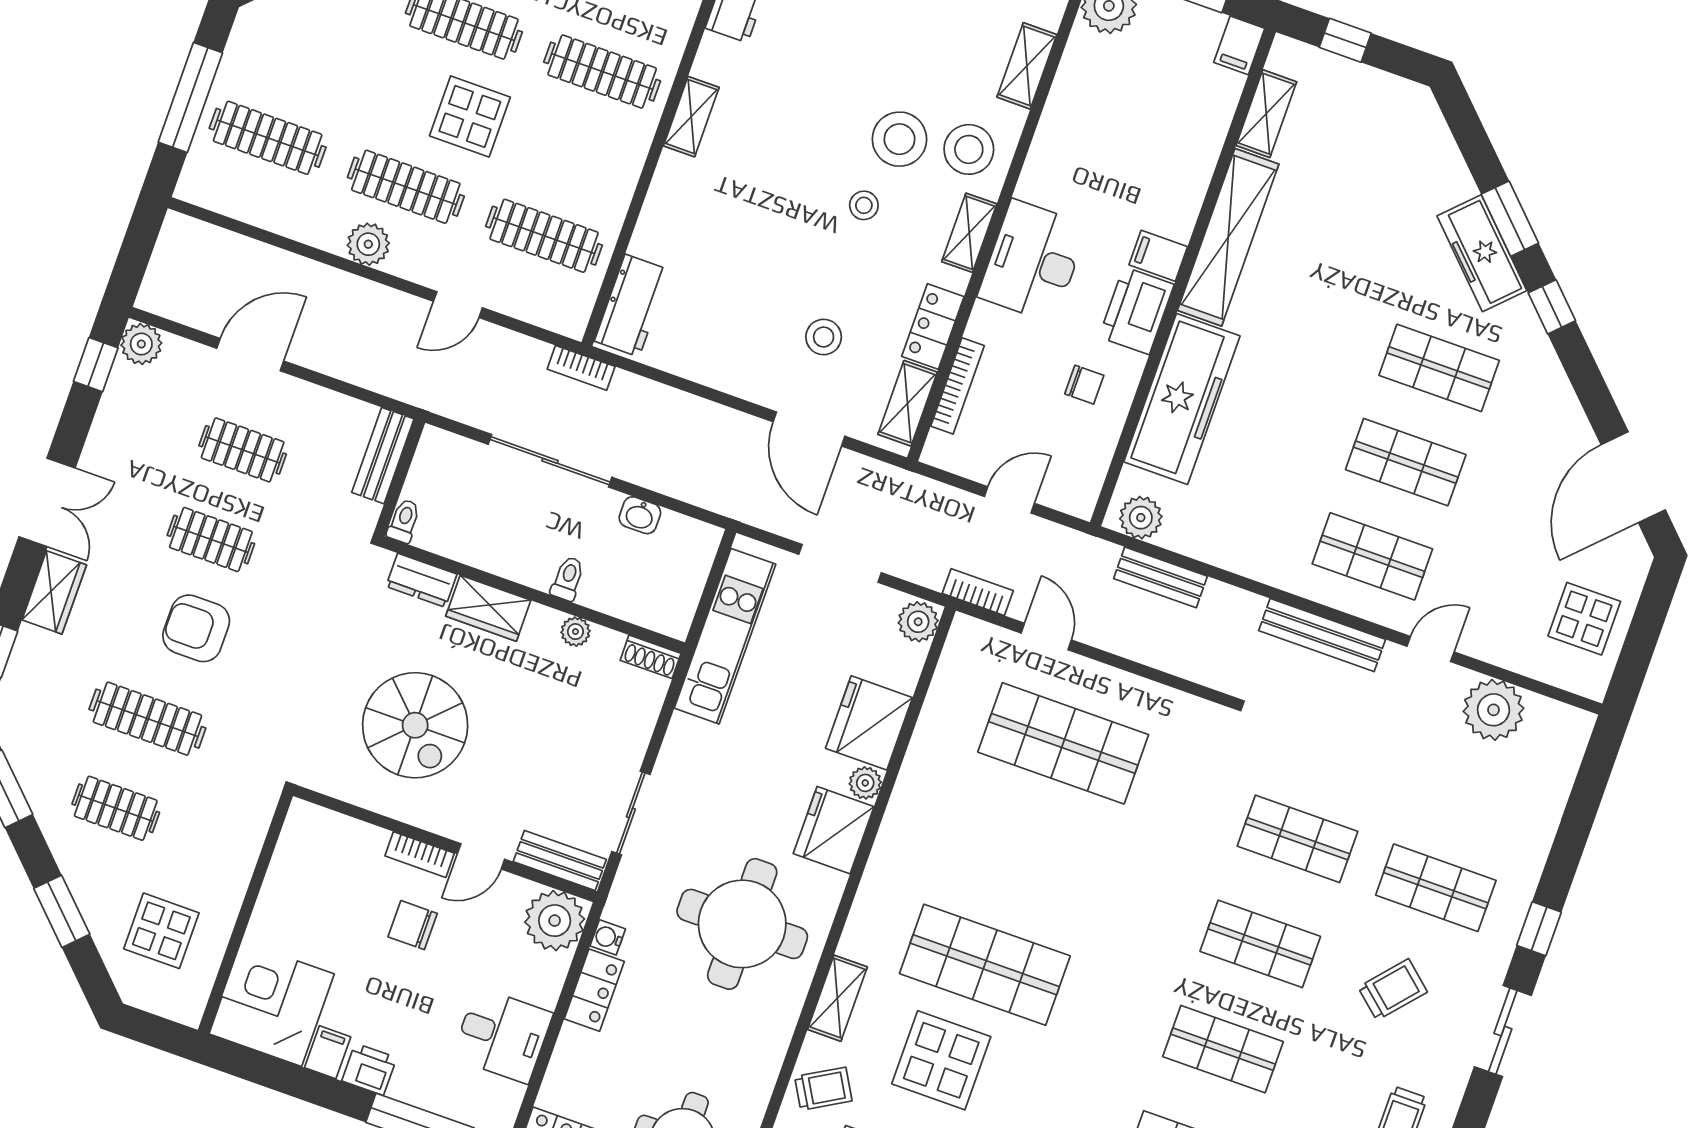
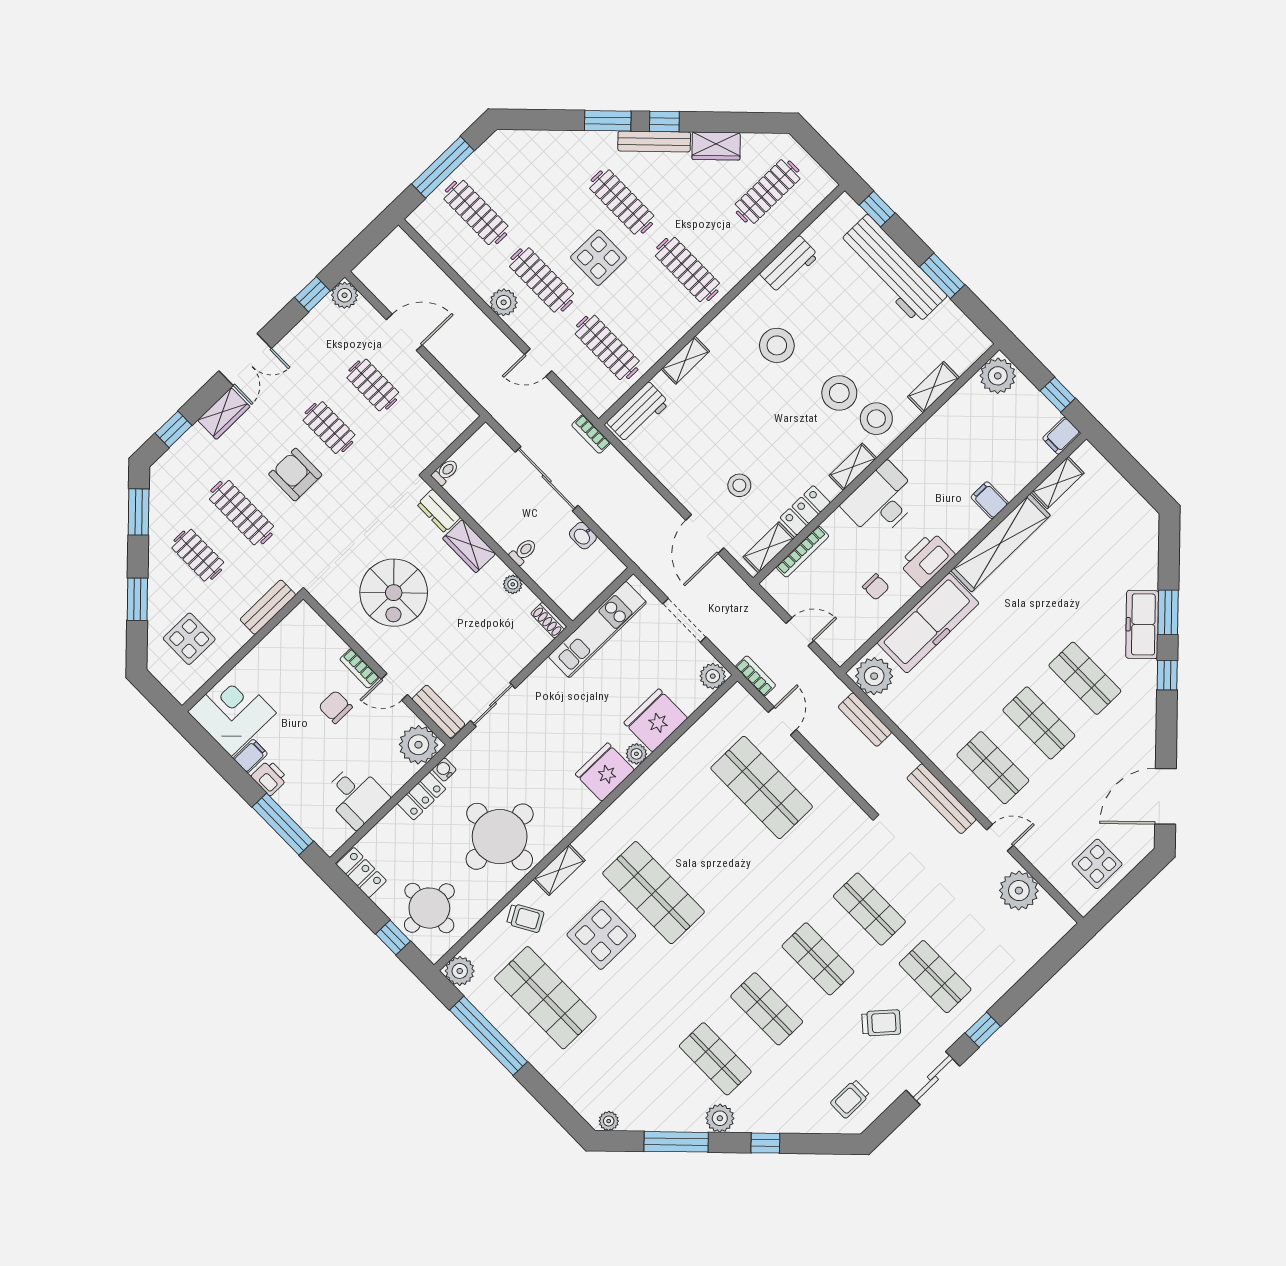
window: (1345, 40) -> (1124, 463), removed
shelving: (691, 117) -> (685, 360), moved
stool: (864, 205) -> (777, 345), moved, width x1.89, depth x1.89
filing cabinet: (1158, 256) -> (990, 500), moved
bench: (383, 456) -> (268, 607), moved
plant: (1141, 518) -> (874, 676), width x1.36, depth x1.36
round table: (742, 924) -> (500, 837), moved

